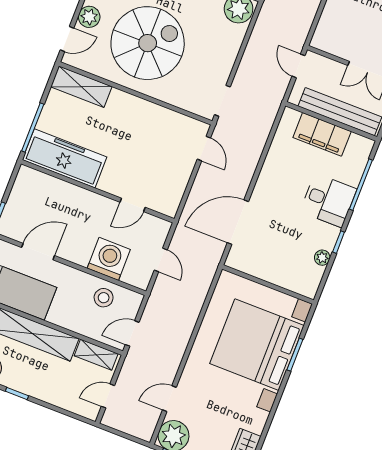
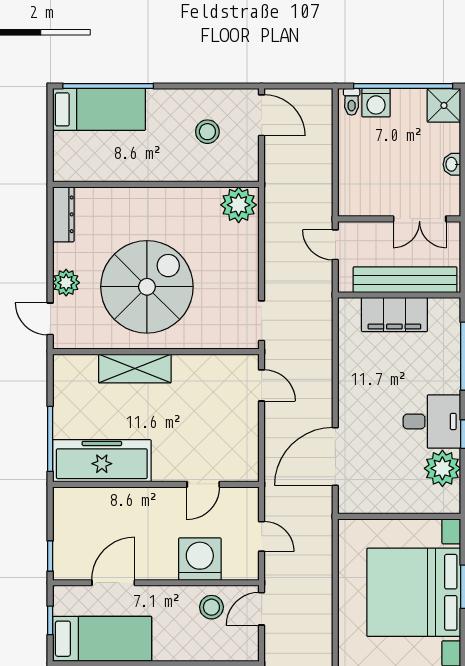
door: (67, 39) -> (50, 319), swing flipped
shelving: (81, 87) -> (135, 369), moved
desk: (328, 200) -> (432, 421), moved
plant: (322, 258) -> (442, 468), width x1.87, depth x1.87
door: (132, 333) -> (262, 609), moved

